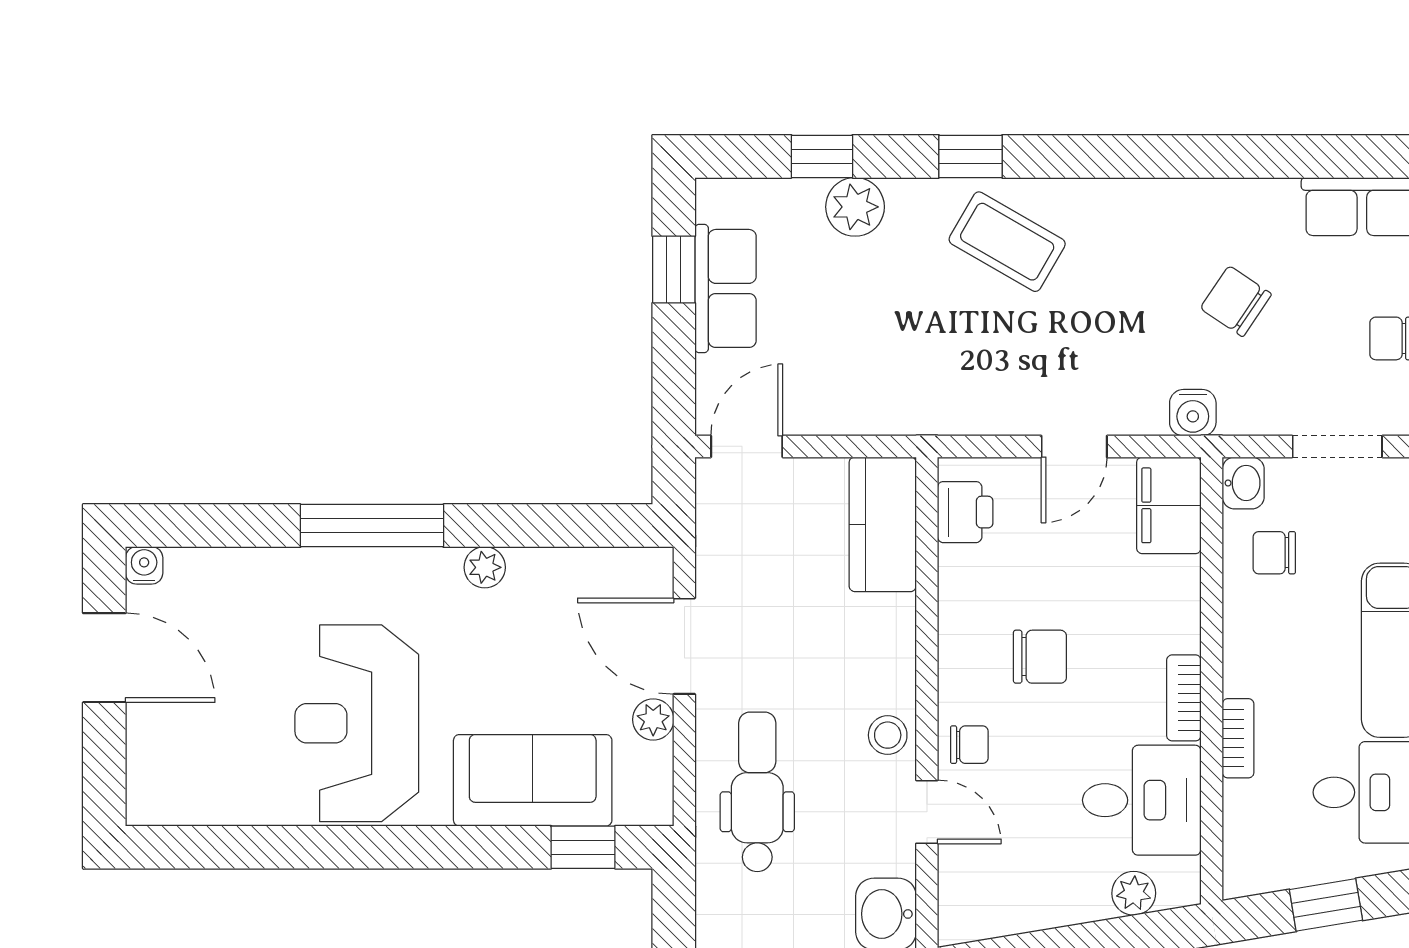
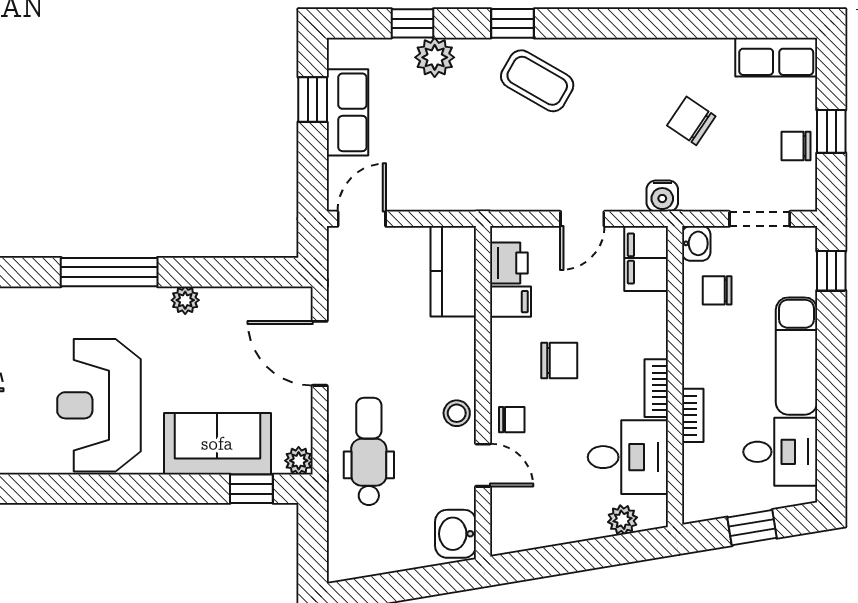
filing cabinet: (968, 570) -> (511, 302), added
plant: (653, 720) -> (299, 461), moved

